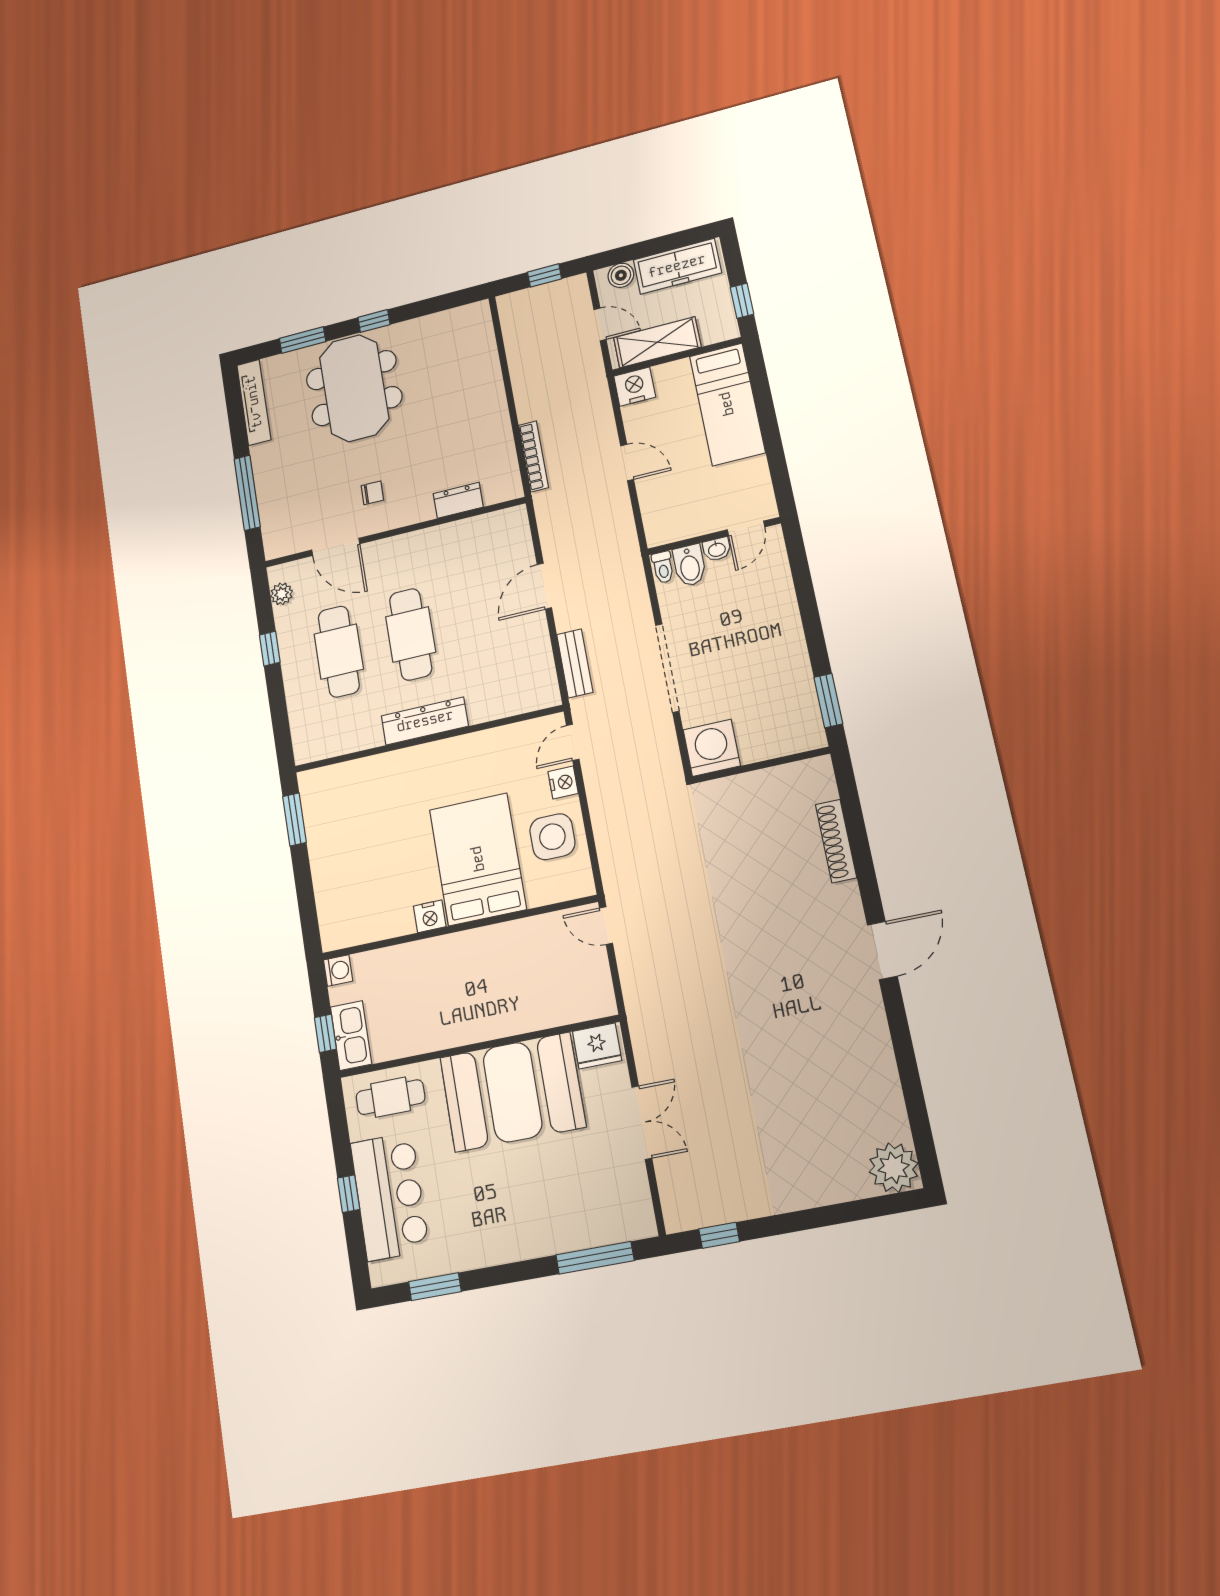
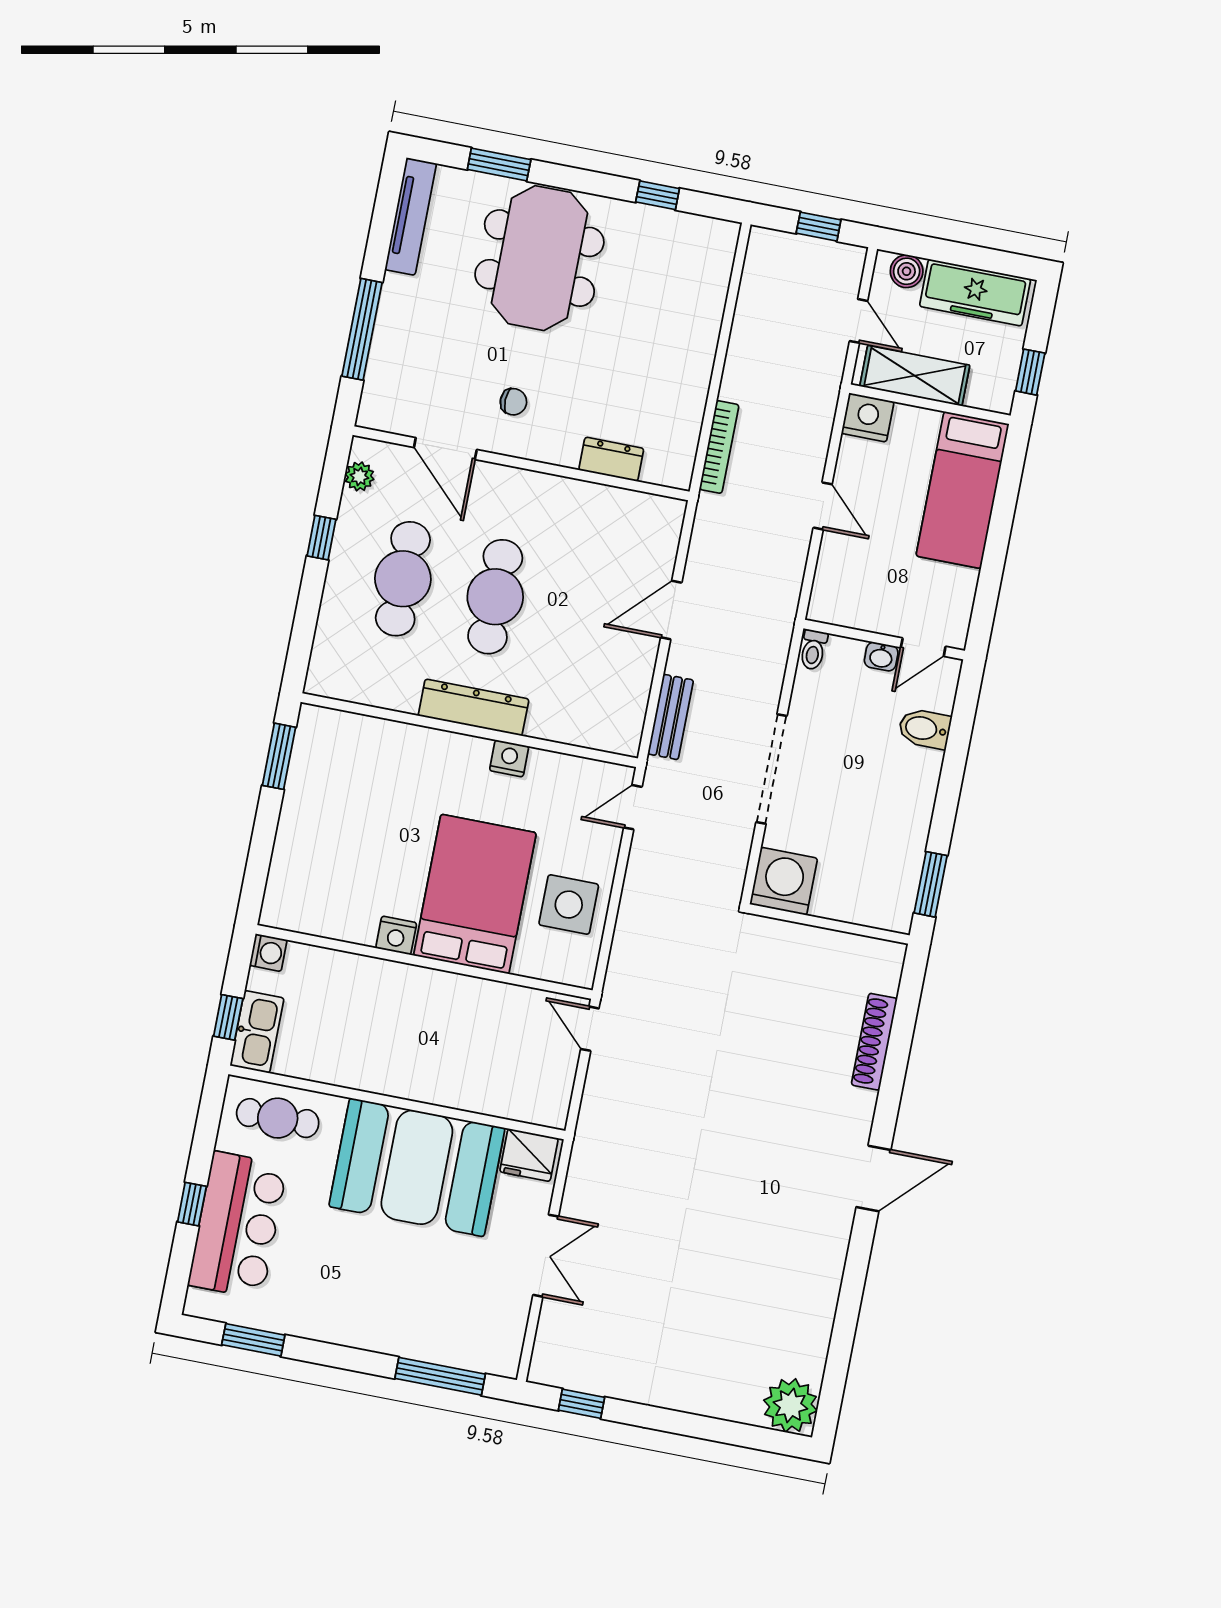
window: (374, 321) -> (658, 195), moved
bidet: (690, 565) -> (925, 729), moved, turned 90
nightstand: (563, 782) -> (509, 758), moved, turned -90

